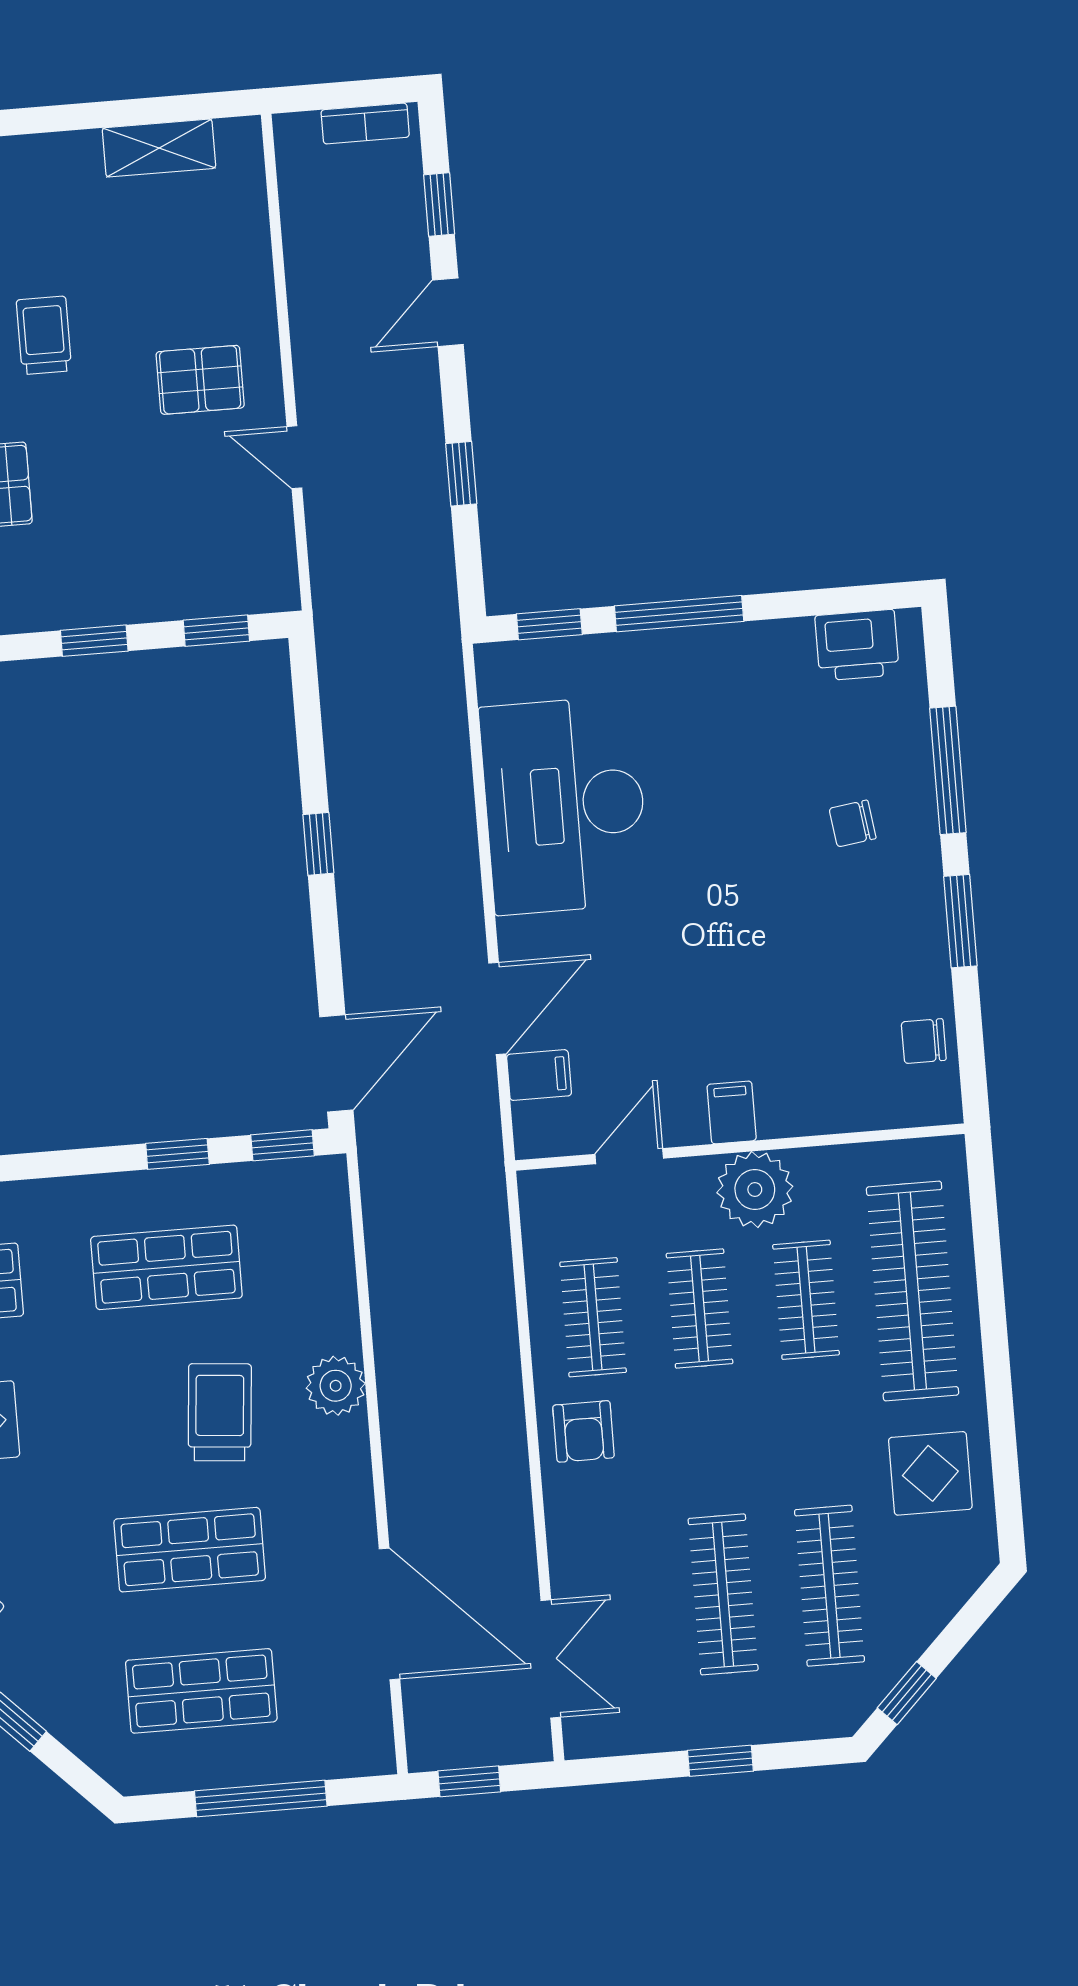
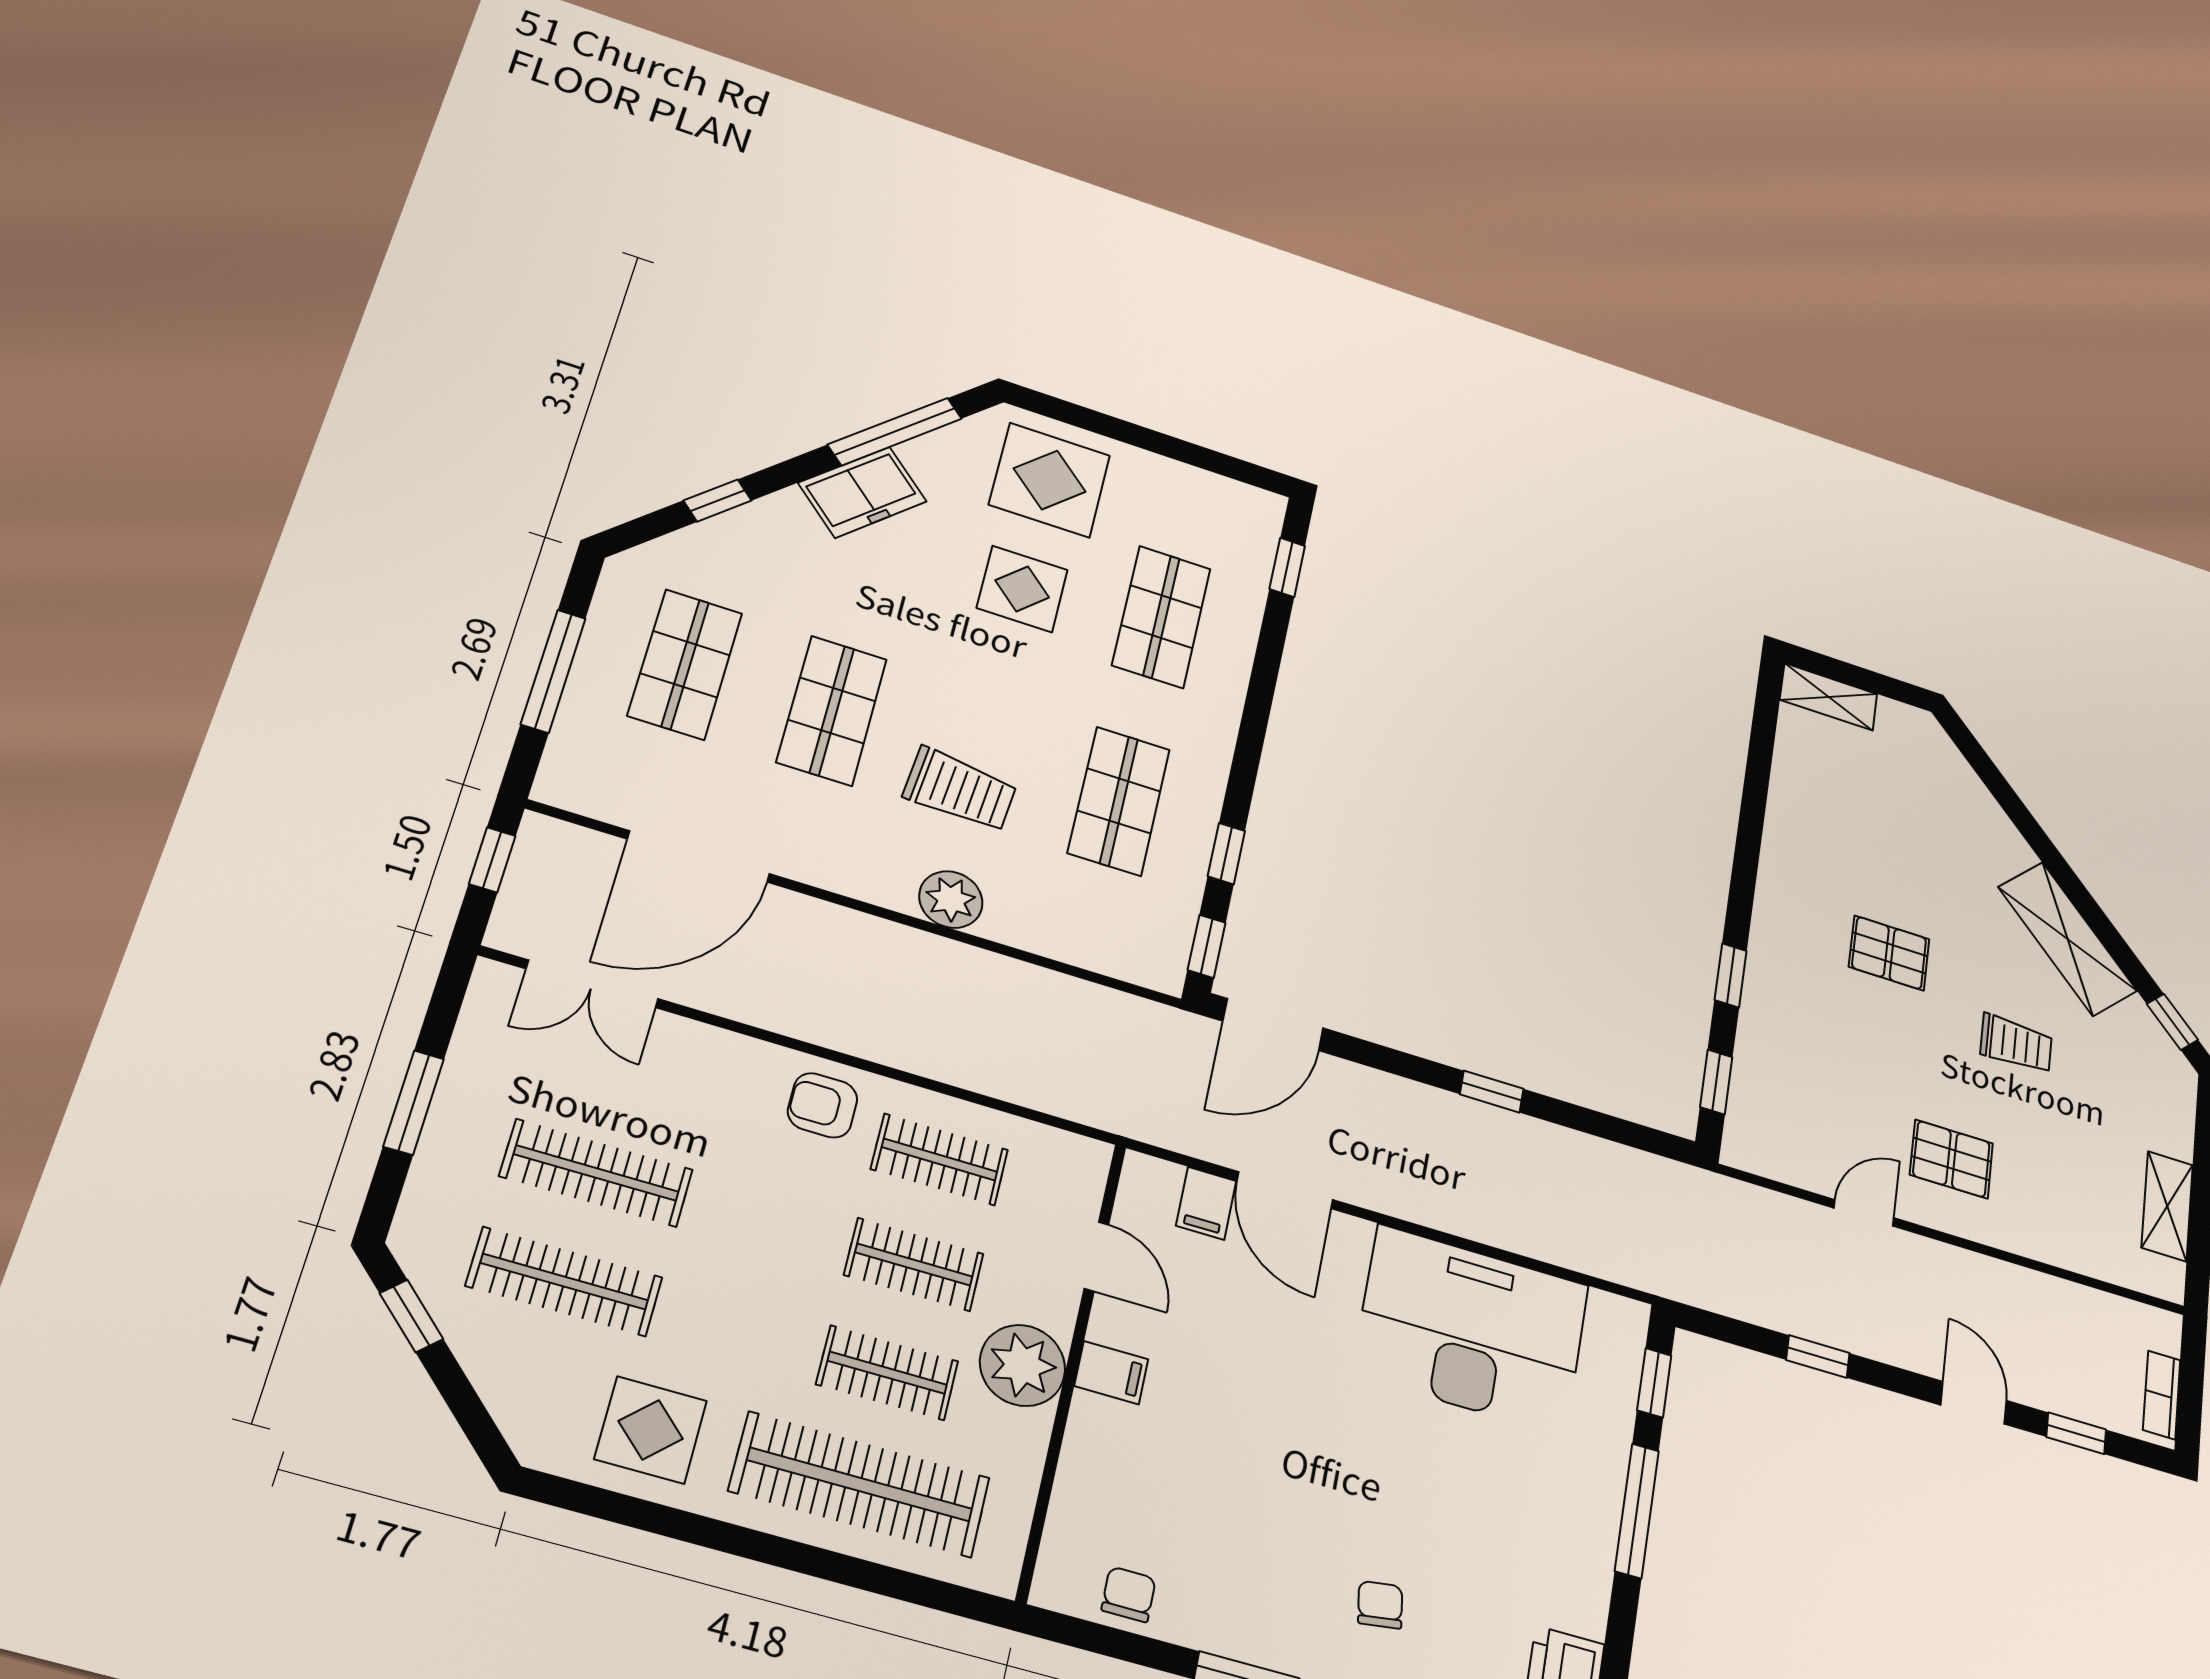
pallet: (200, 380) -> (1951, 1159), turned 90
door: (336, 1063) -> (1273, 1025), hinge flipped
window: (720, 1761) -> (414, 1103), width x1.50

